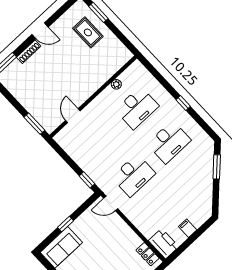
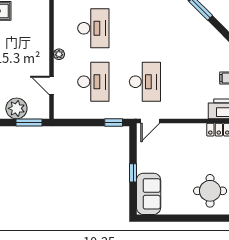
plant: (116, 84) -> (59, 54), moved
plant: (36, 107) -> (16, 108), added
desk: (169, 142) -> (93, 82), moved

